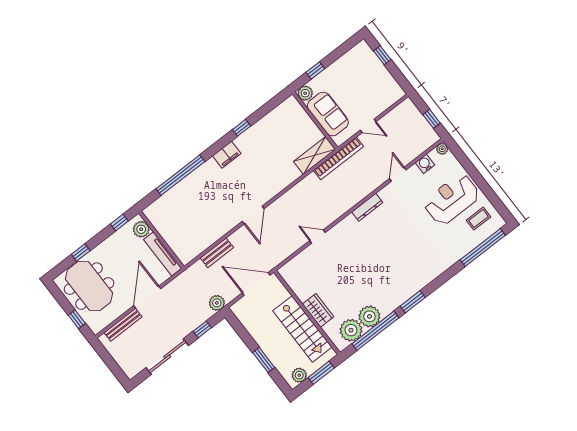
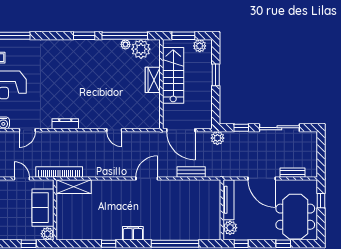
door: (147, 297) -> (262, 179), hinge flipped
plant: (369, 316) -> (125, 44), width x0.53, depth x0.53
bench: (123, 325) -> (292, 173), width x0.73

